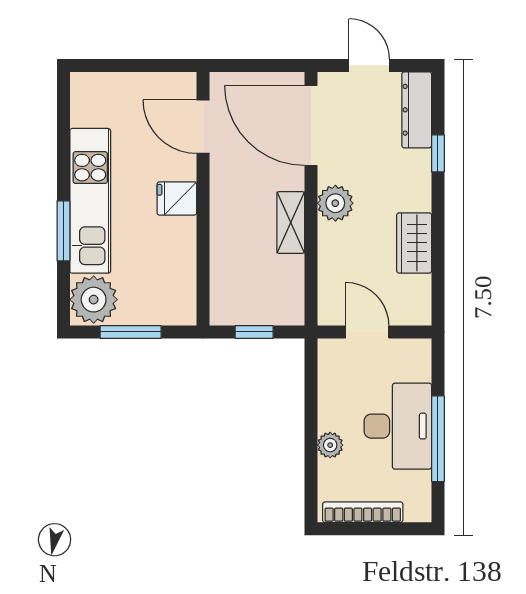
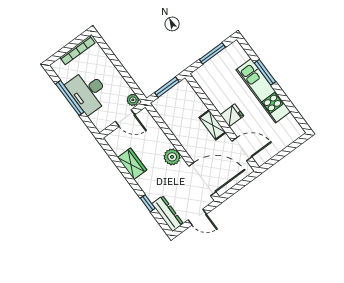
shelving: (291, 223) -> (212, 125), moved
plant: (94, 300) -> (235, 55), removed
window: (254, 332) -> (167, 87), width x1.50
plant: (330, 445) -> (133, 100), moved

